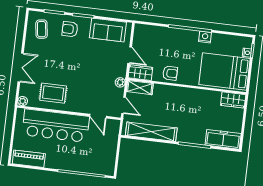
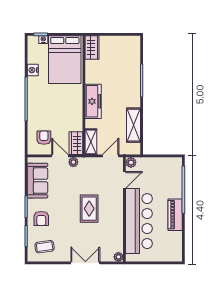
nightstand: (205, 37) -> (33, 70), moved
door: (130, 55) -> (60, 156), hinge flipped
armchair: (170, 73) -> (44, 138), moved
plant: (120, 82) -> (73, 162), moved
rug: (53, 93) -> (89, 209), moved
plant: (115, 125) -> (131, 162), added
shelving: (151, 132) -> (134, 125), width x0.68
freezer: (223, 139) -> (93, 101), moved, turned 180
piano: (29, 159) -> (175, 215), moved

